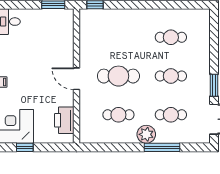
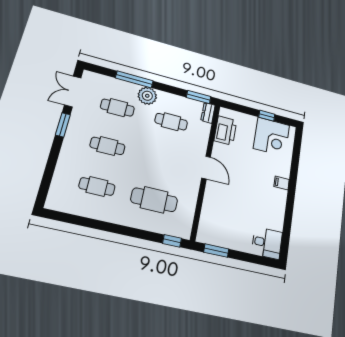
cafe table: (118, 76) -> (154, 200), moved
dresser: (85, 134) -> (208, 113), added
window: (97, 147) -> (199, 97), added

